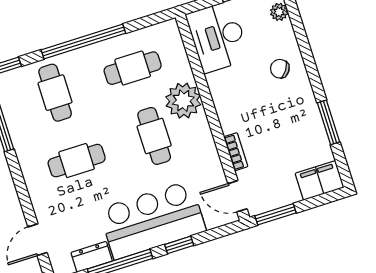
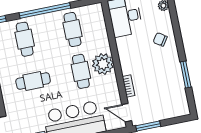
cafe table: (133, 68) -> (72, 30), turned 90
plant: (183, 101) -> (103, 64), moved
filing cabinet: (320, 180) -> (177, 109), removed

